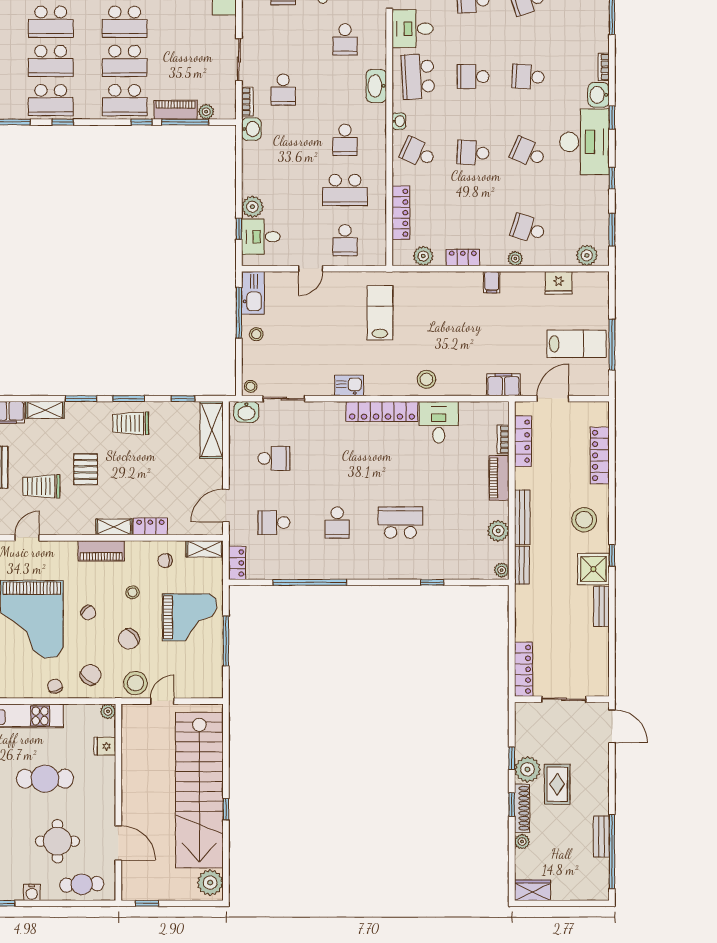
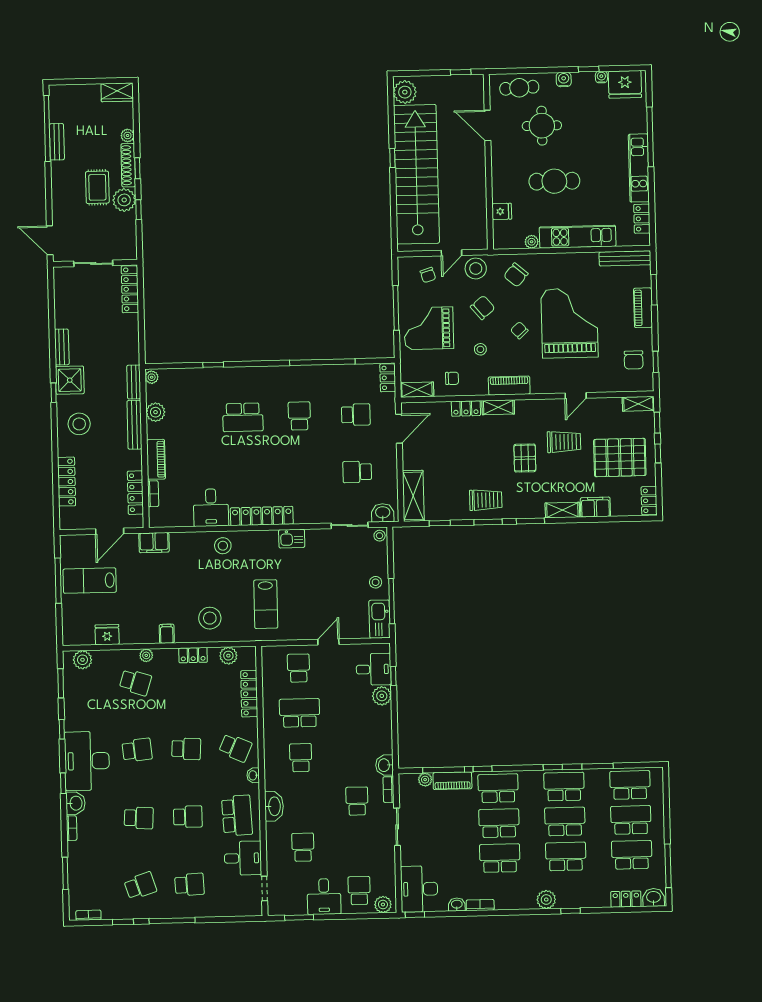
school desk: (528, 153) -> (137, 750), turned -30
stool: (443, 299) -> (210, 618), added
chair: (55, 686) -> (428, 275), moved
plant: (108, 711) -> (532, 242), moved

